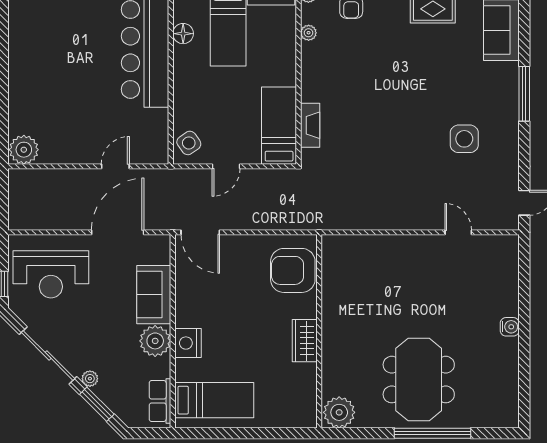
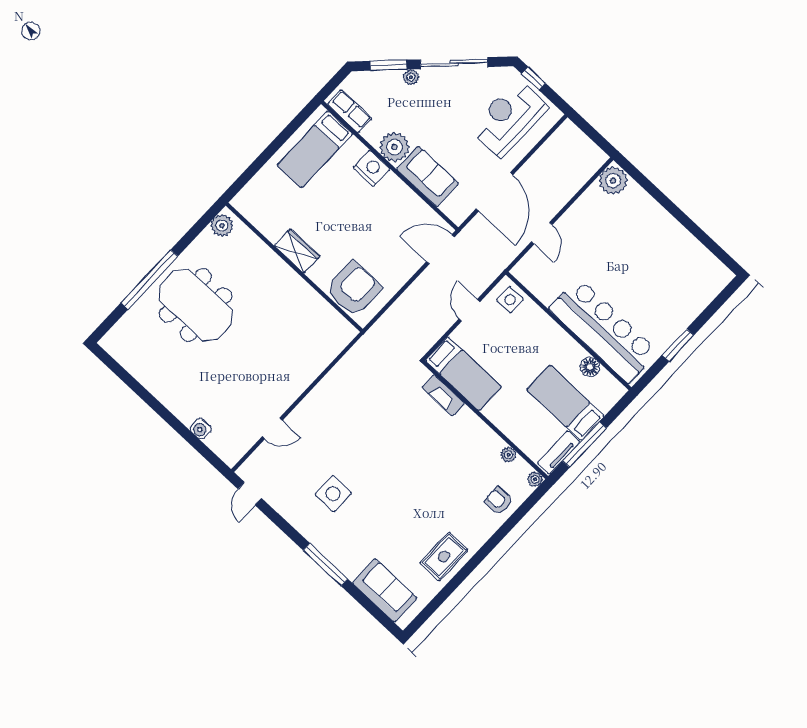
side table: (189, 143) -> (510, 300), turned 35
water cooler: (510, 327) -> (201, 429), moved
plant: (339, 412) -> (222, 226), width x0.73, depth x0.73

